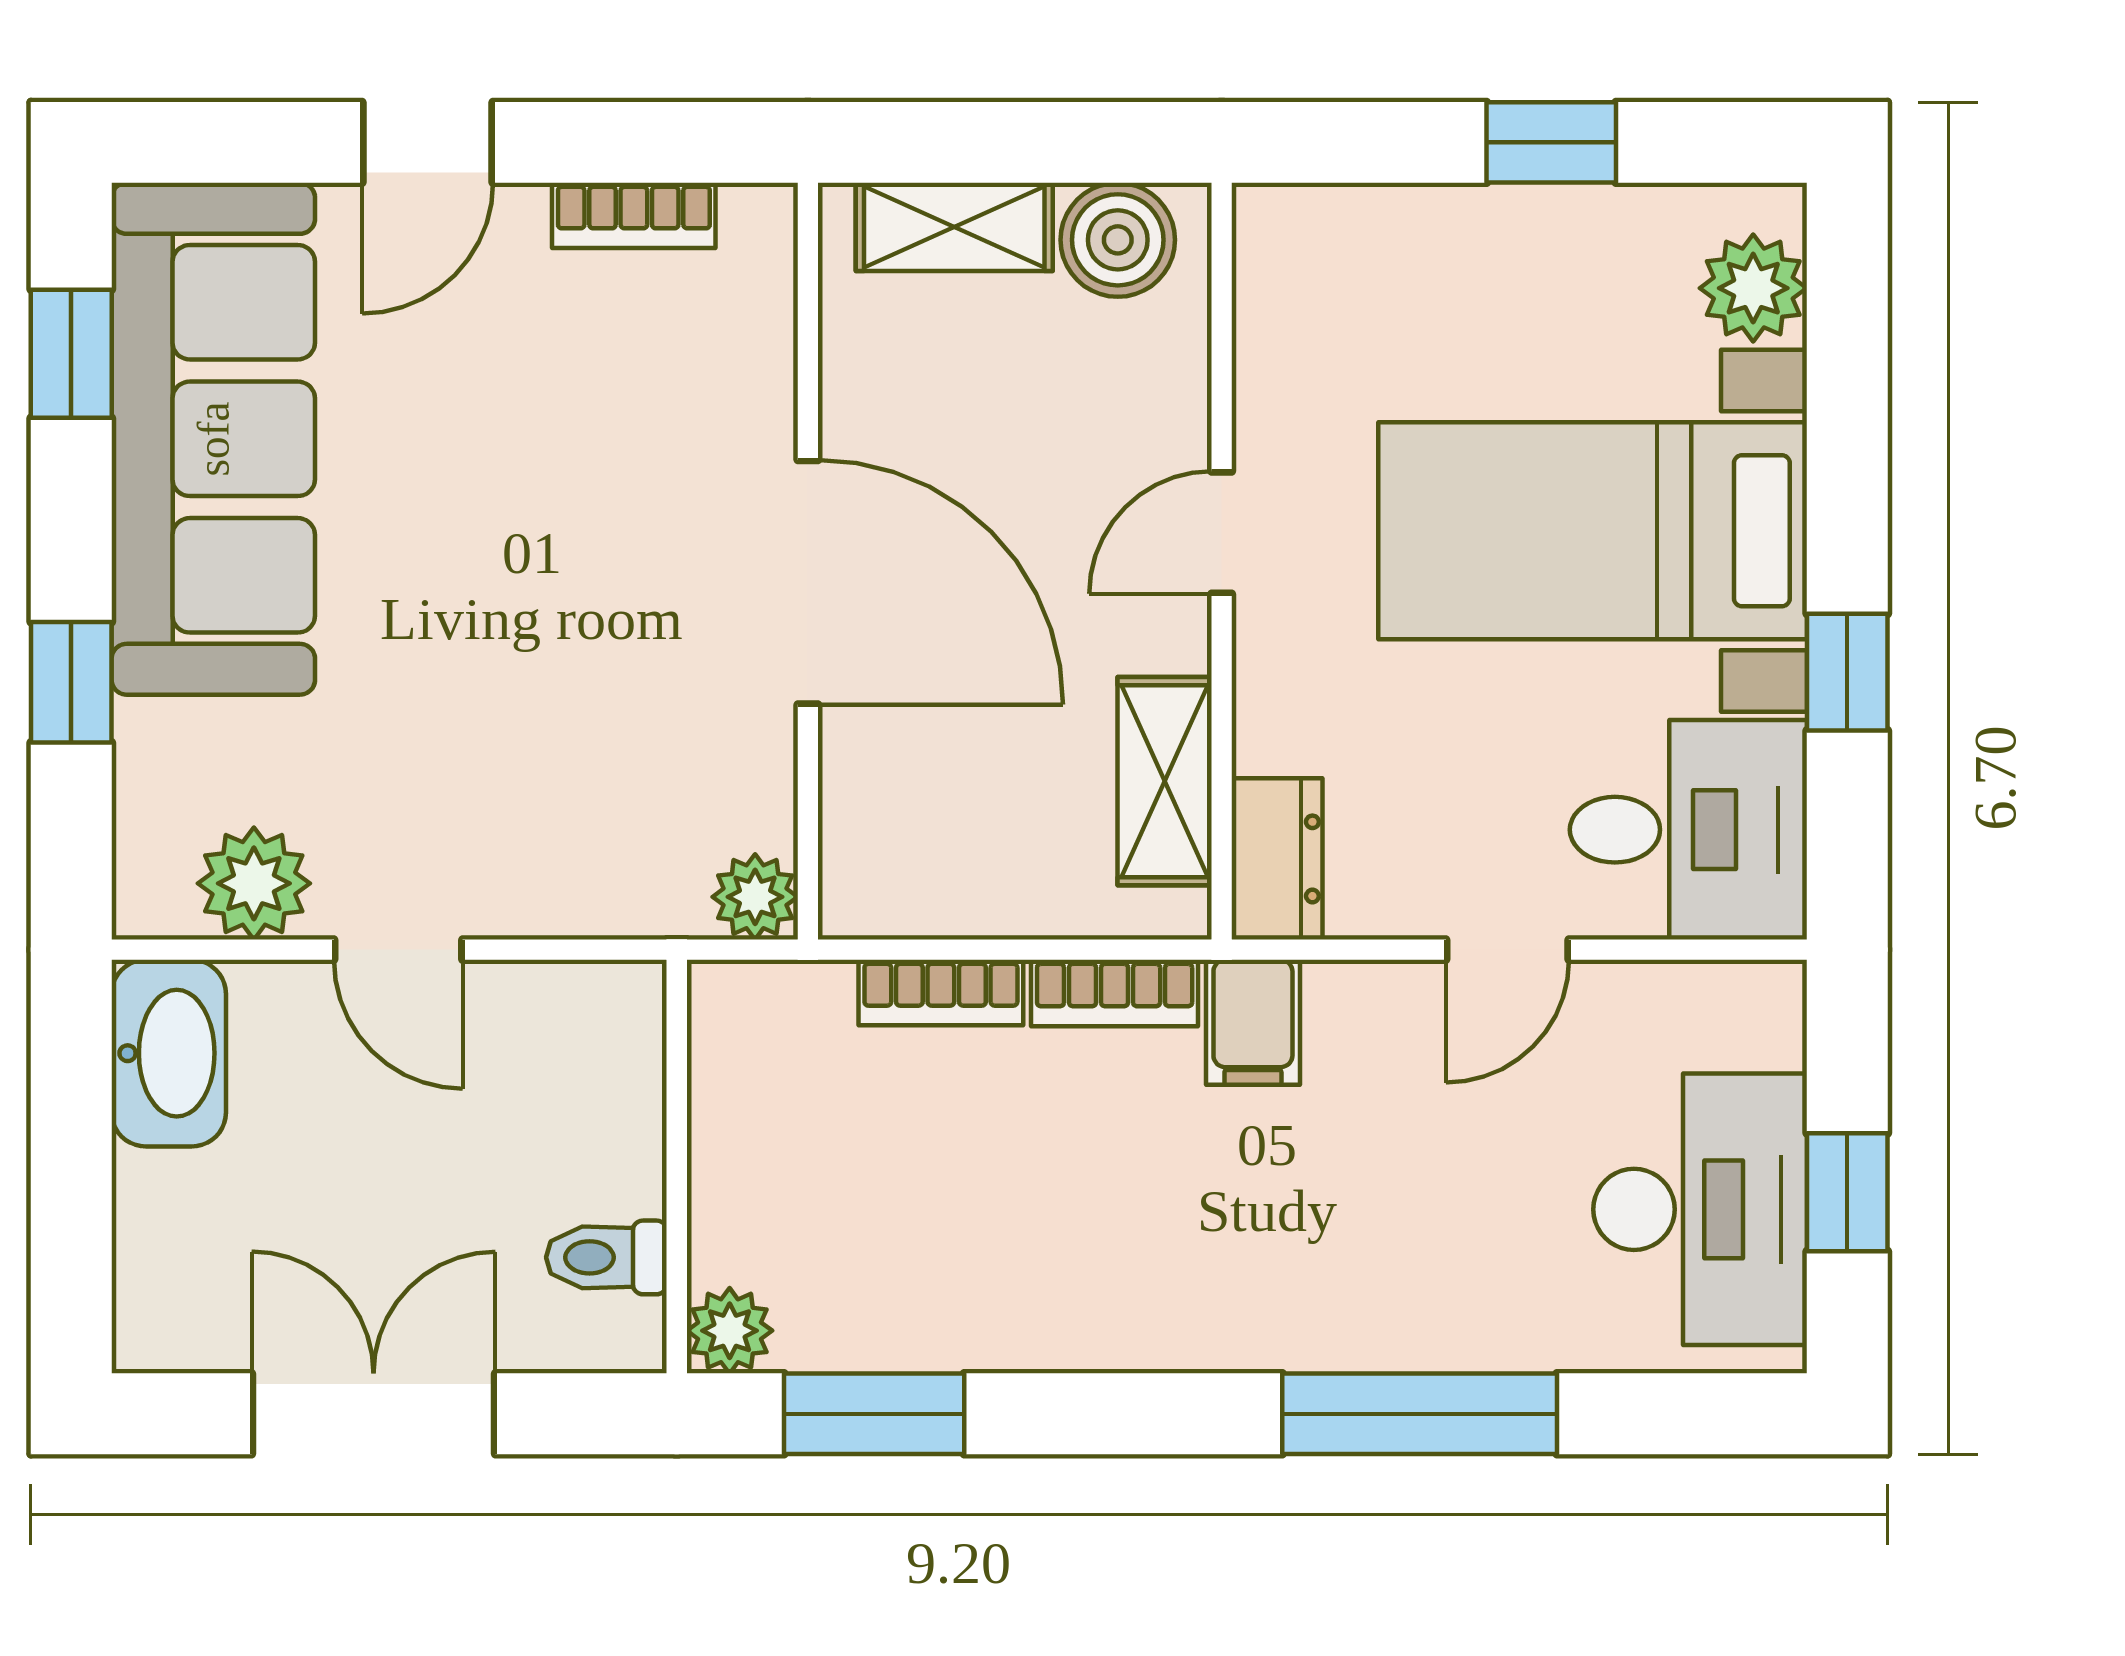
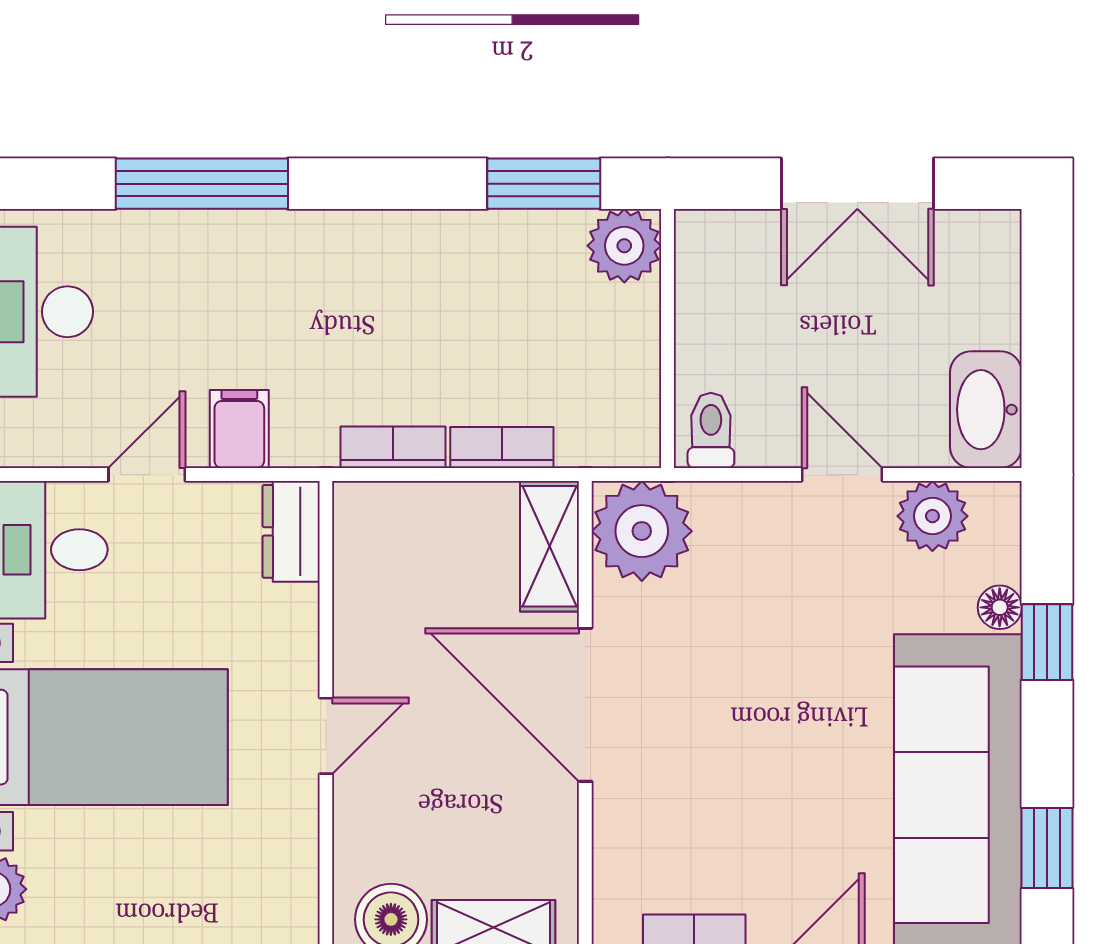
floor lamp: (147, 738) -> (1000, 607), added
shelving: (1165, 781) -> (550, 546), moved
plant: (755, 897) -> (642, 531), width x1.87, depth x1.87
filing cabinet: (1253, 1022) -> (239, 429), moved
toilet: (606, 1257) -> (711, 430), moved, turned -90
plant: (730, 1331) -> (624, 246), width x1.38, depth x1.38

